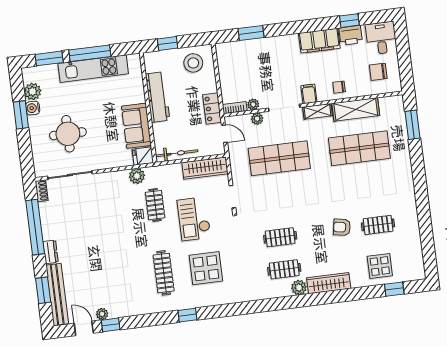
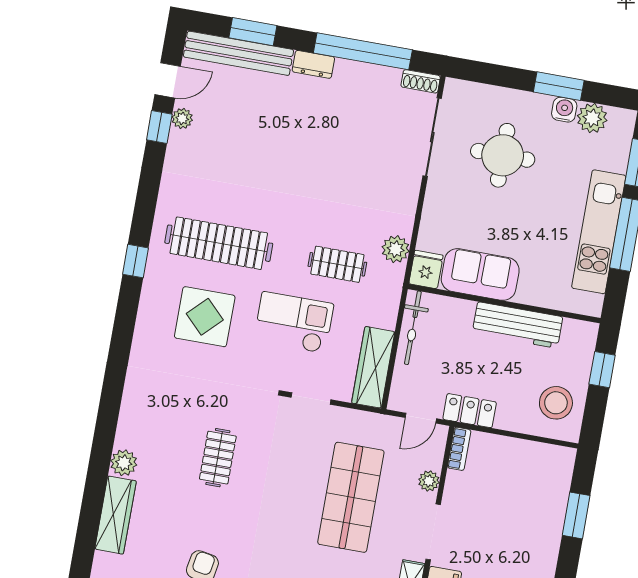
plant: (253, 104) -> (455, 482), removed
clothes rail: (284, 269) -> (162, 448), removed
clothes rail: (164, 273) -> (219, 243), width x1.37, depth x1.31

